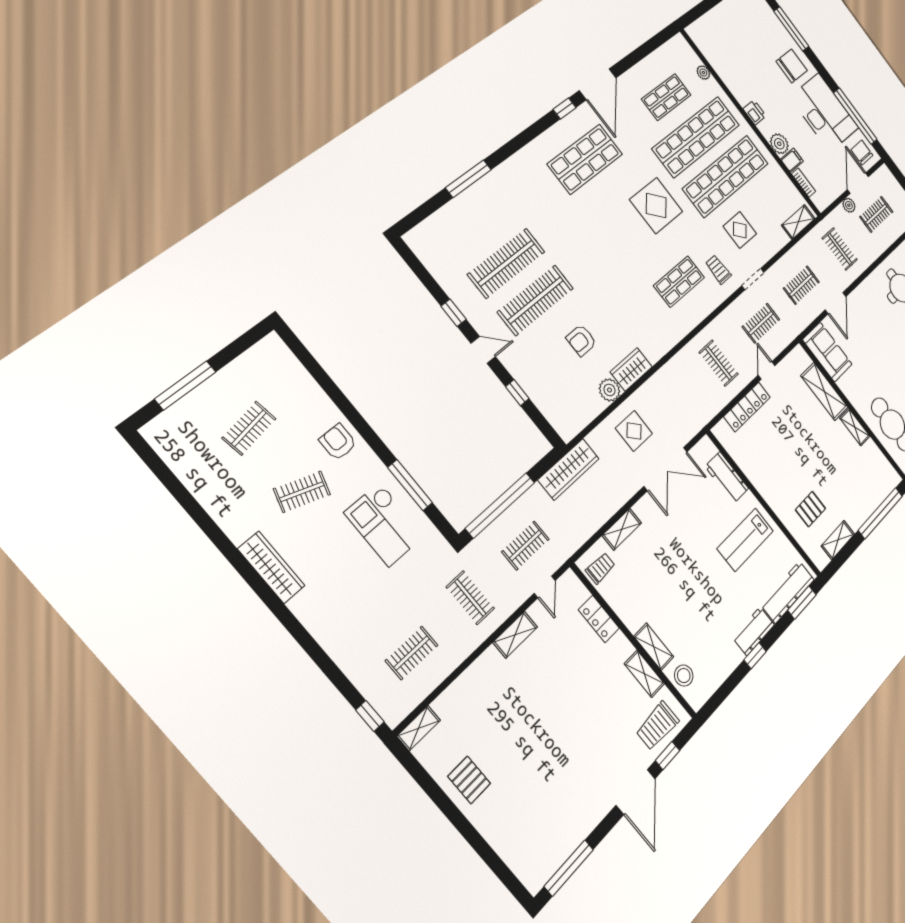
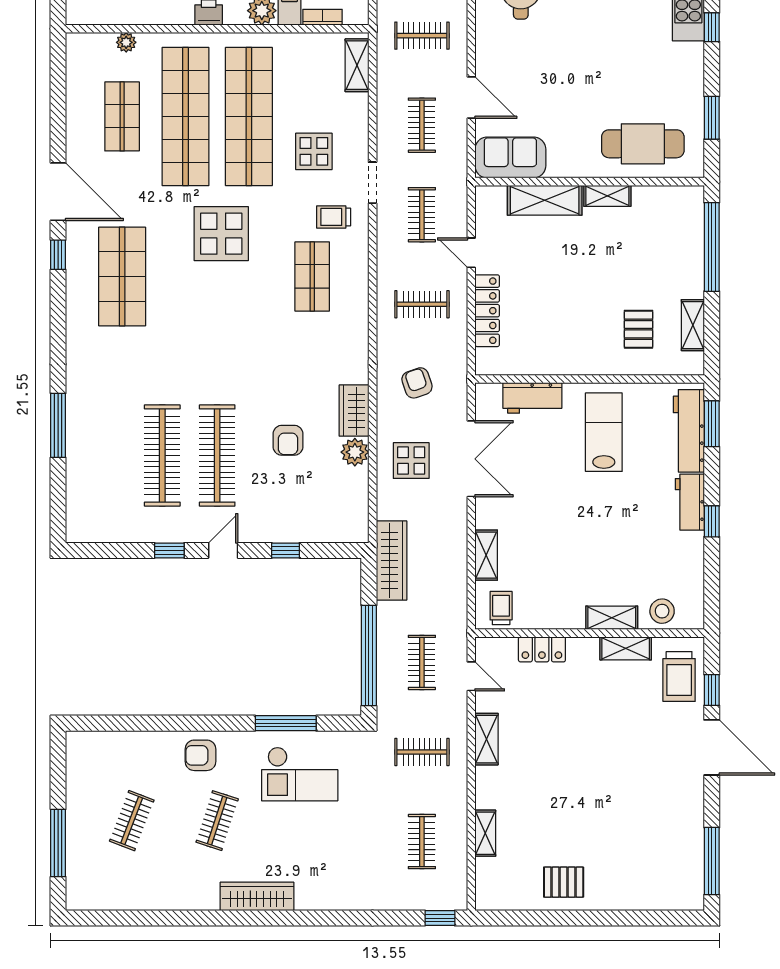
armchair: (677, 397) -> (417, 383), added
clothes rail: (249, 428) -> (132, 821), turned 30
lab bench: (745, 540) -> (604, 432), turned 180
shelving: (419, 728) -> (485, 833), moved

